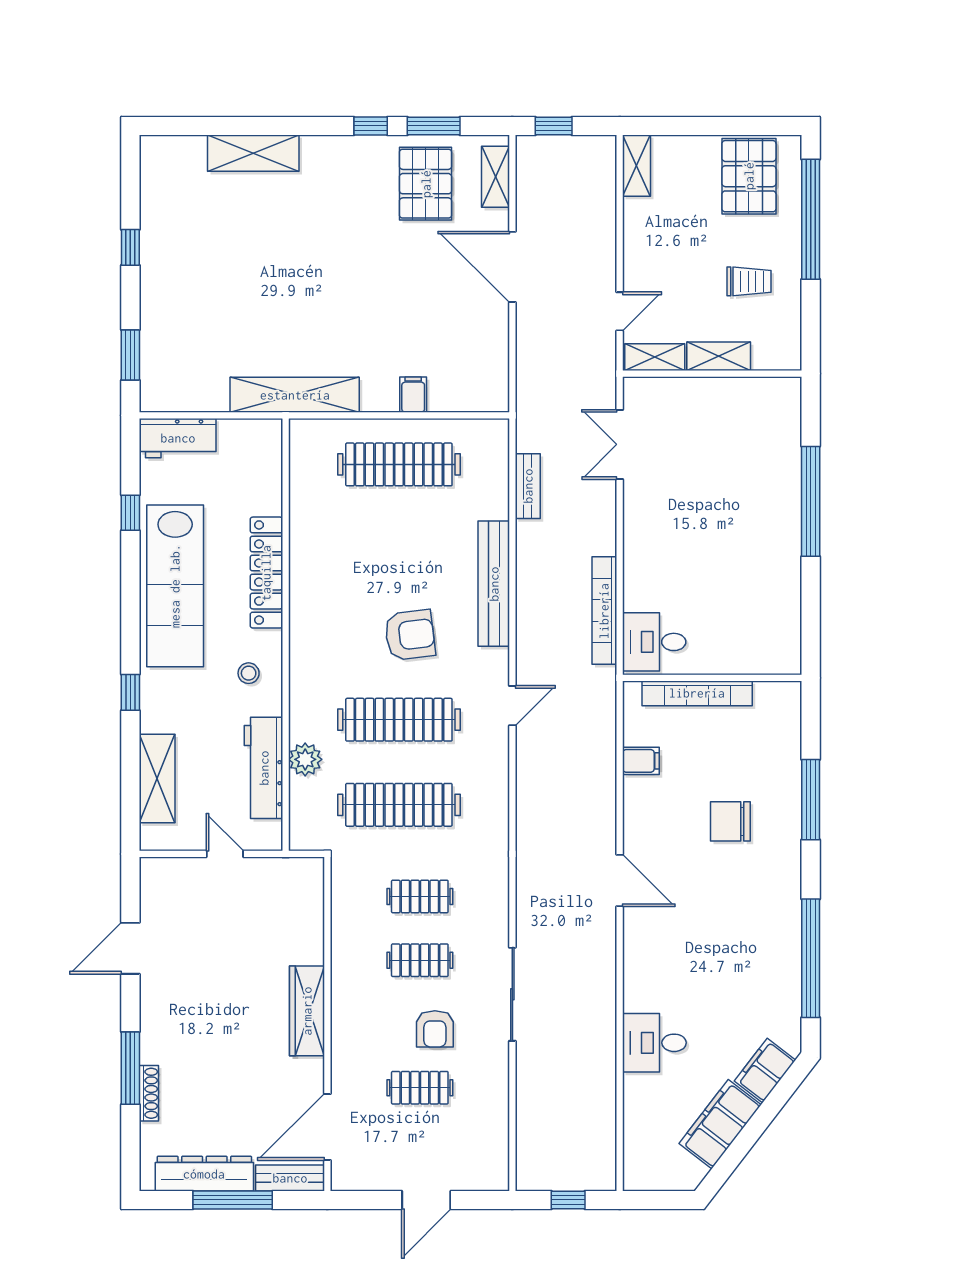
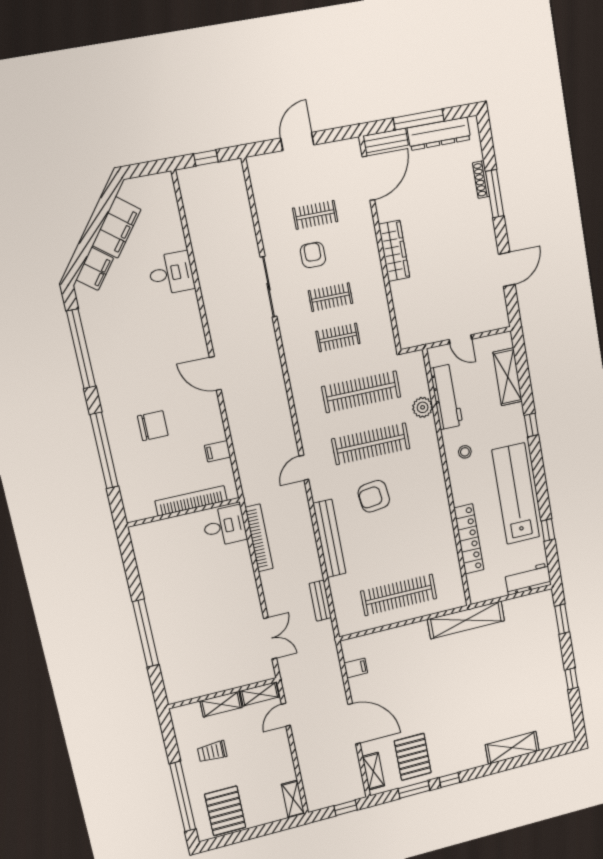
filing cabinet: (413, 395) -> (356, 668), moved, turned -90
locker: (266, 573) -> (469, 539), moved
window: (811, 800) -> (104, 451), width x1.46

